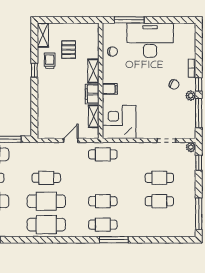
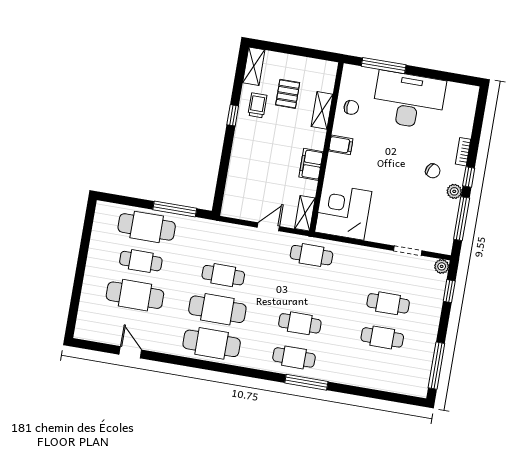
shelving: (93, 71) -> (322, 110), moved
filing cabinet: (110, 89) -> (341, 145), moved
shelving: (94, 116) -> (305, 213), moved

